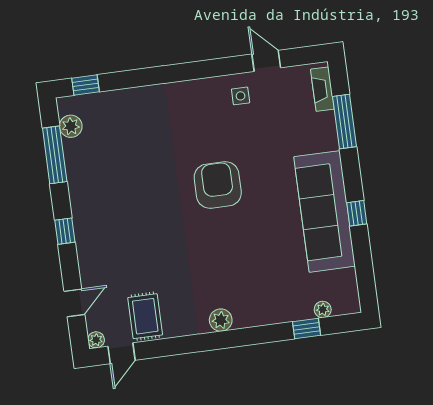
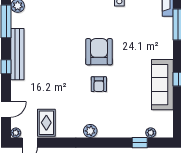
bench: (81, 207) -> (17, 54), added
sofa: (325, 211) -> (162, 85), width x0.74, depth x0.79
armchair: (225, 240) -> (99, 84), added

